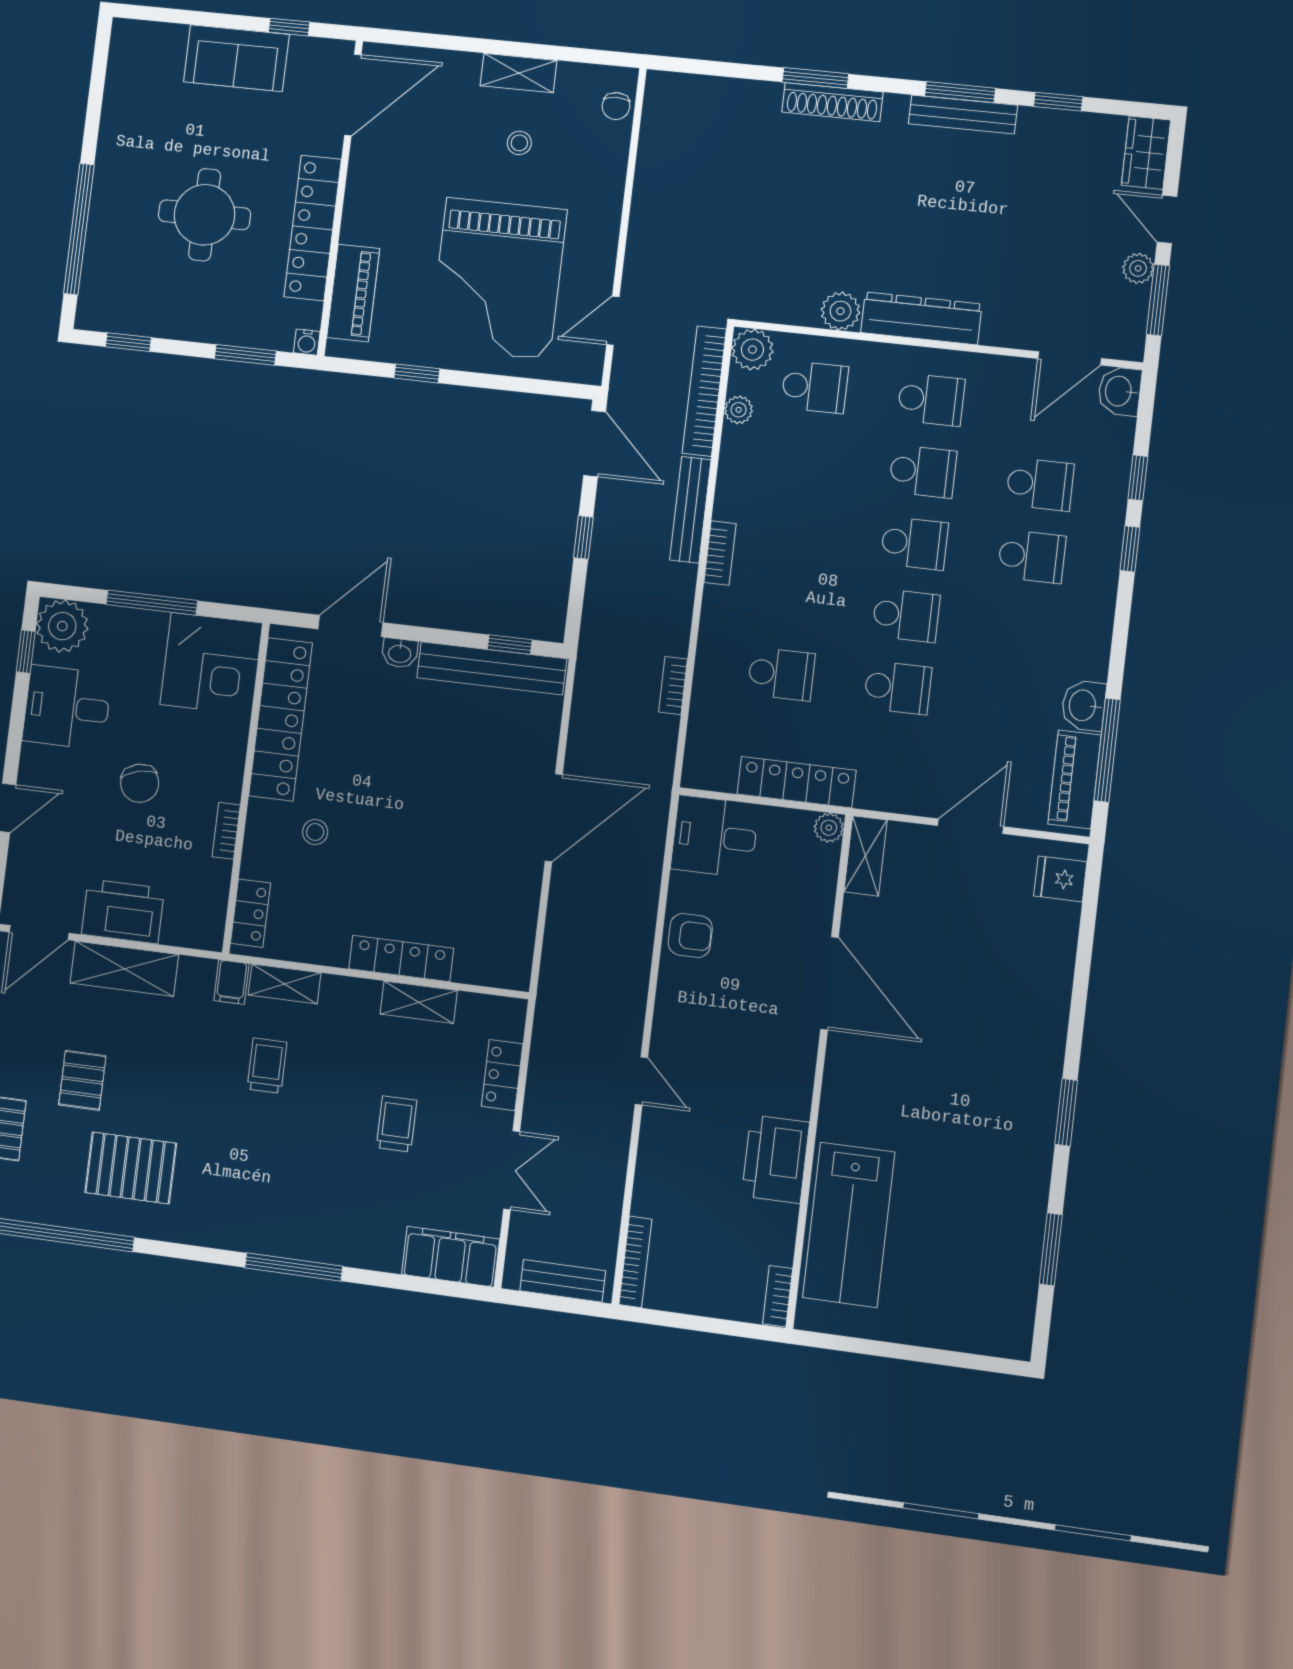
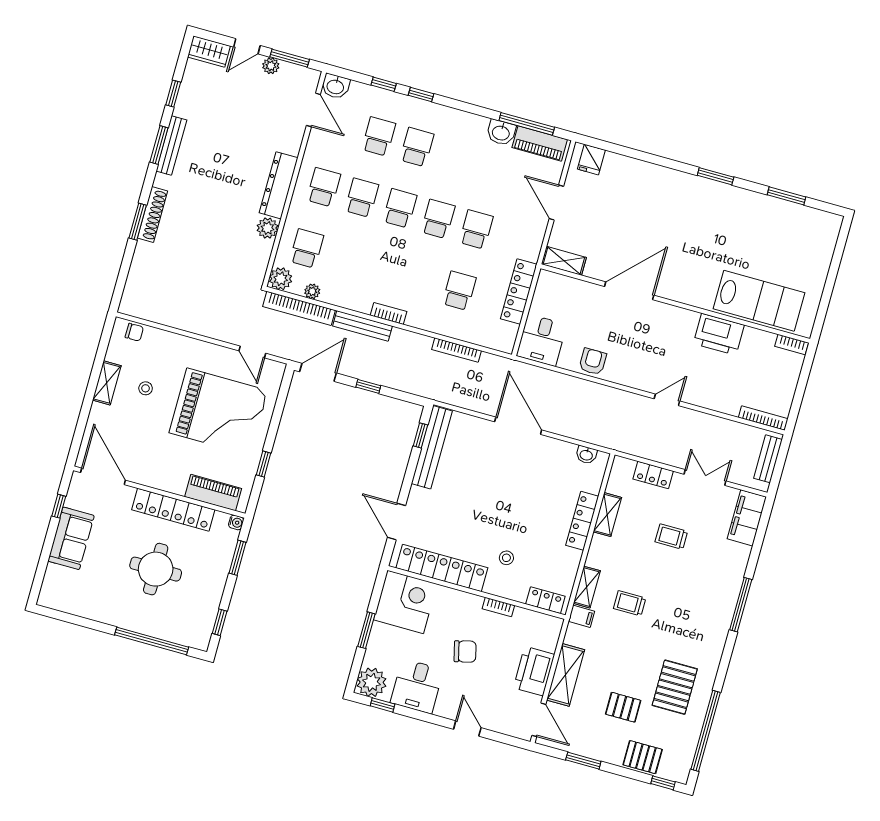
window: (152, 603) -> (366, 630), width x0.69
washbasin: (400, 653) -> (586, 455), moved, turned 90
bookcase: (673, 686) -> (456, 350), width x1.56
plant: (829, 828) -> (546, 278), removed

